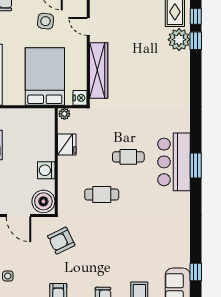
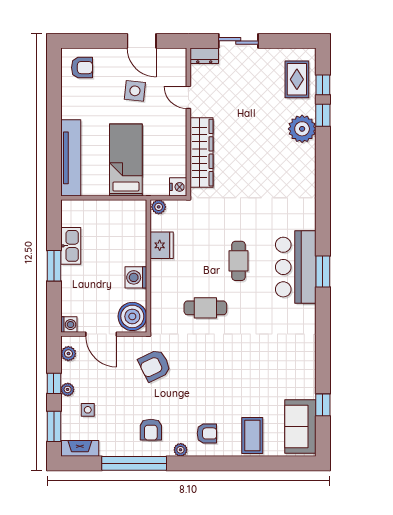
plant: (179, 40) -> (302, 129), moved
bed: (45, 76) -> (126, 160), width x0.67
cafe table: (128, 157) -> (239, 261), turned 90

